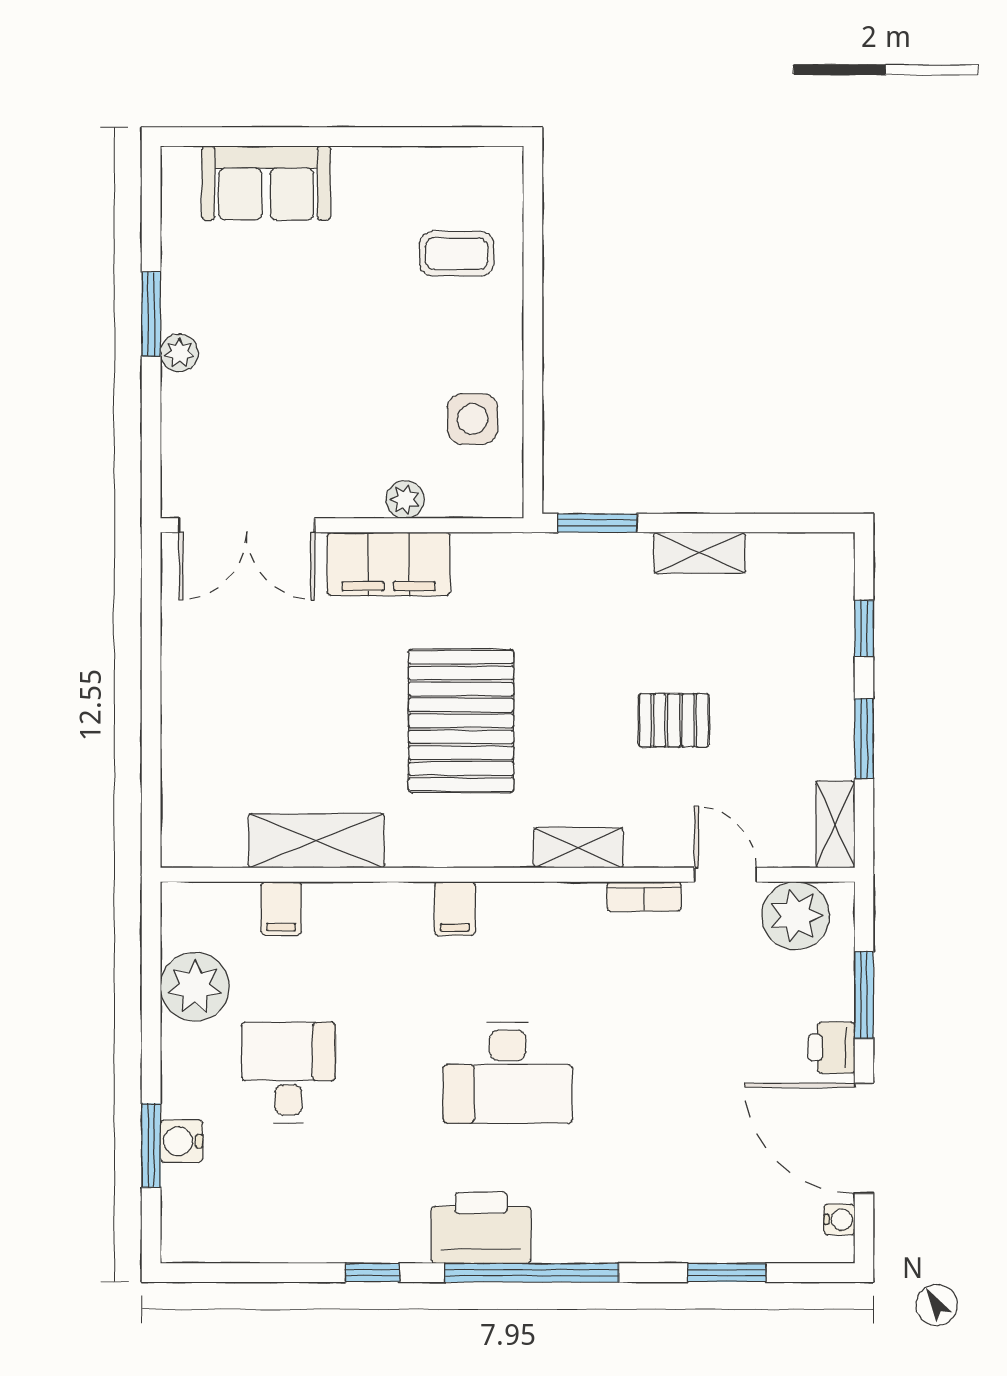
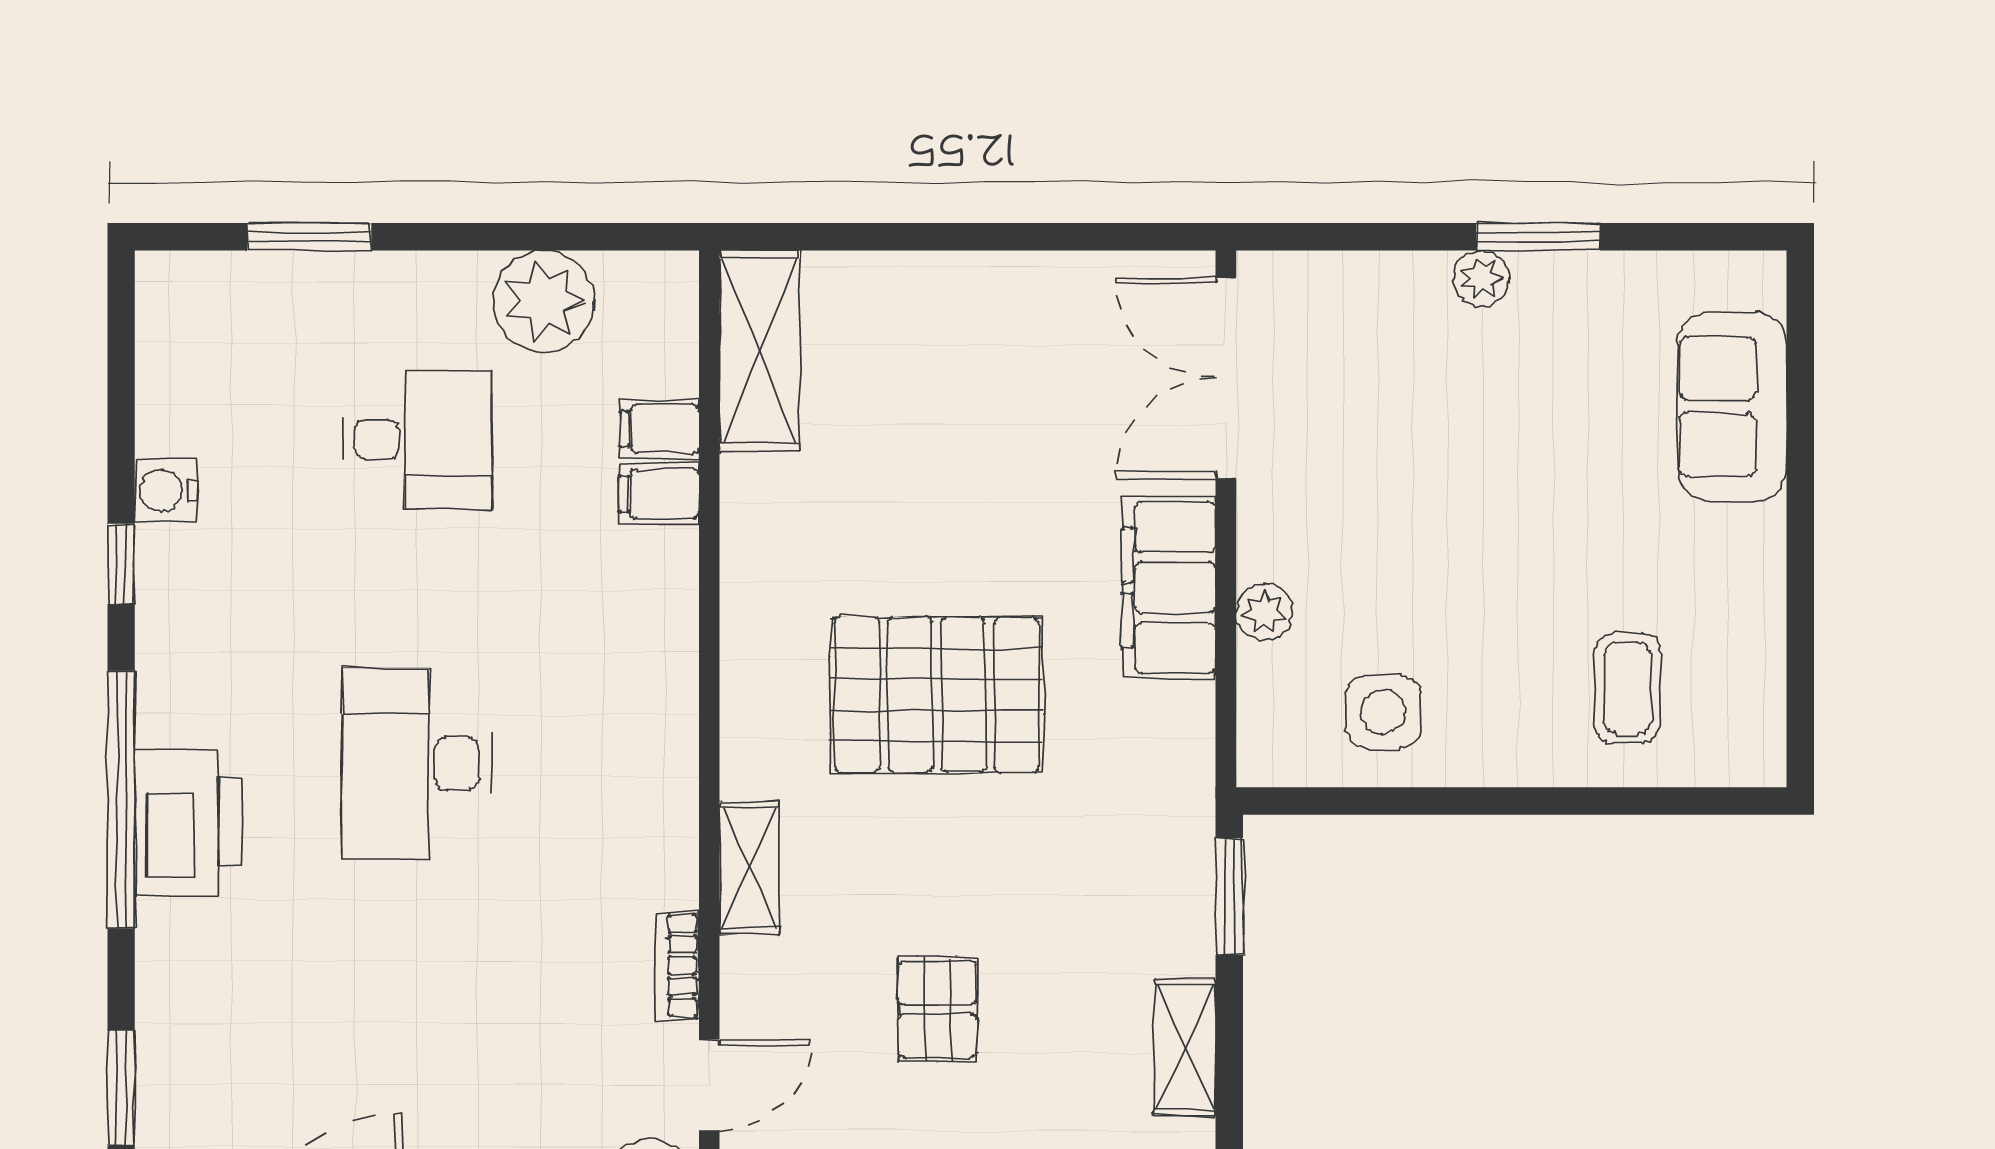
shelving: (316, 841) -> (760, 351), moved
filing cabinet: (455, 909) -> (659, 494), moved
water cooler: (182, 1141) -> (166, 490), moved, turned -90
printer: (481, 1228) -> (188, 822), moved

